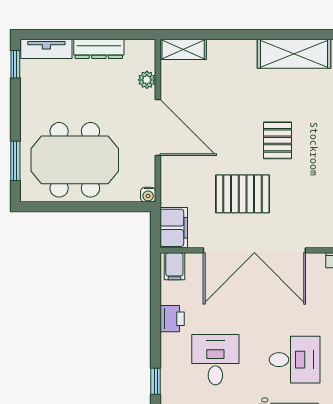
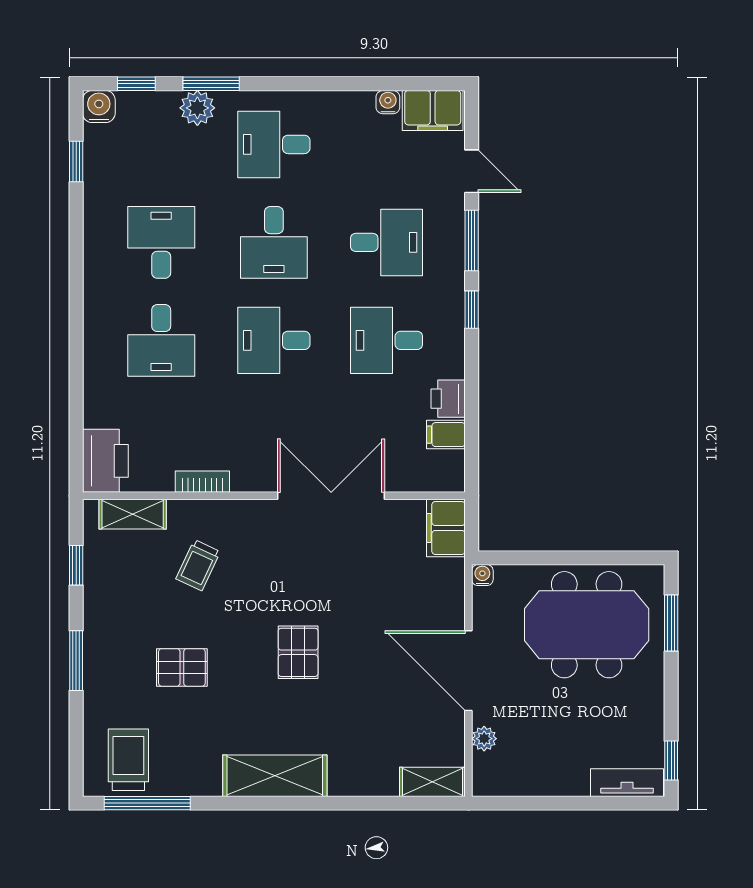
dresser: (99, 49) -> (552, 783), removed
pallet: (243, 194) -> (348, 576), removed
double door: (254, 250) -> (331, 496), width x0.73
filing cabinet: (174, 266) -> (446, 435), moved, turned -90
desk: (215, 360) -> (387, 340), turned 90

